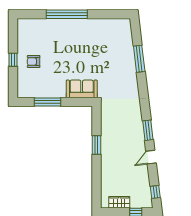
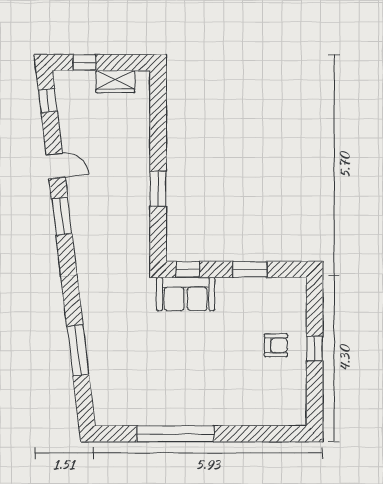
window: (67, 14) -> (175, 434), moved
window: (48, 102) -> (250, 269), width x0.69
window: (81, 102) -> (188, 269), added
door: (151, 157) -> (56, 166), hinge flipped

